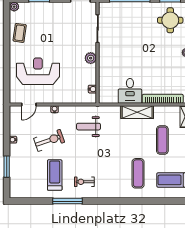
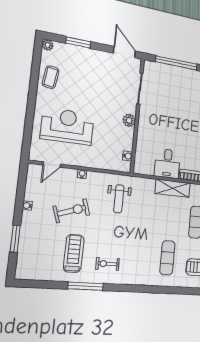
weight bench: (88, 127) -> (119, 199), turned -90

